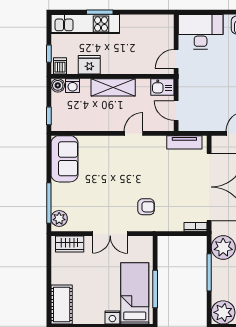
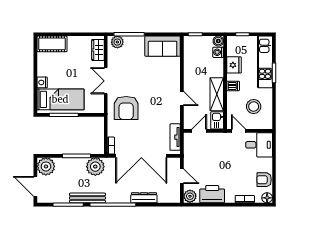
desk: (201, 32) -> (259, 145), width x0.73
stool: (144, 39) -> (254, 107), added
dishwasher: (60, 66) -> (233, 86), moved
shelving: (113, 87) -> (217, 94), moved
armchair: (146, 207) -> (126, 108), width x1.88, depth x1.88

